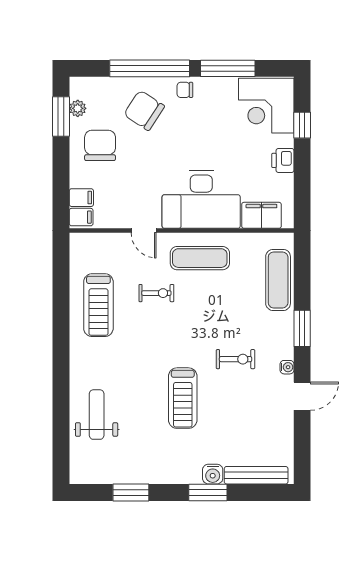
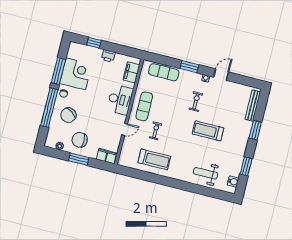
corner desk: (266, 106) -> (76, 74), moved, turned -90
window: (61, 117) -> (79, 159), moved
desk: (201, 199) -> (120, 100), width x0.73, depth x0.77
door: (302, 396) -> (221, 75), hinge flipped
treadmill: (183, 398) -> (208, 131), turned 180
water cooler: (213, 474) -> (233, 182), moved

